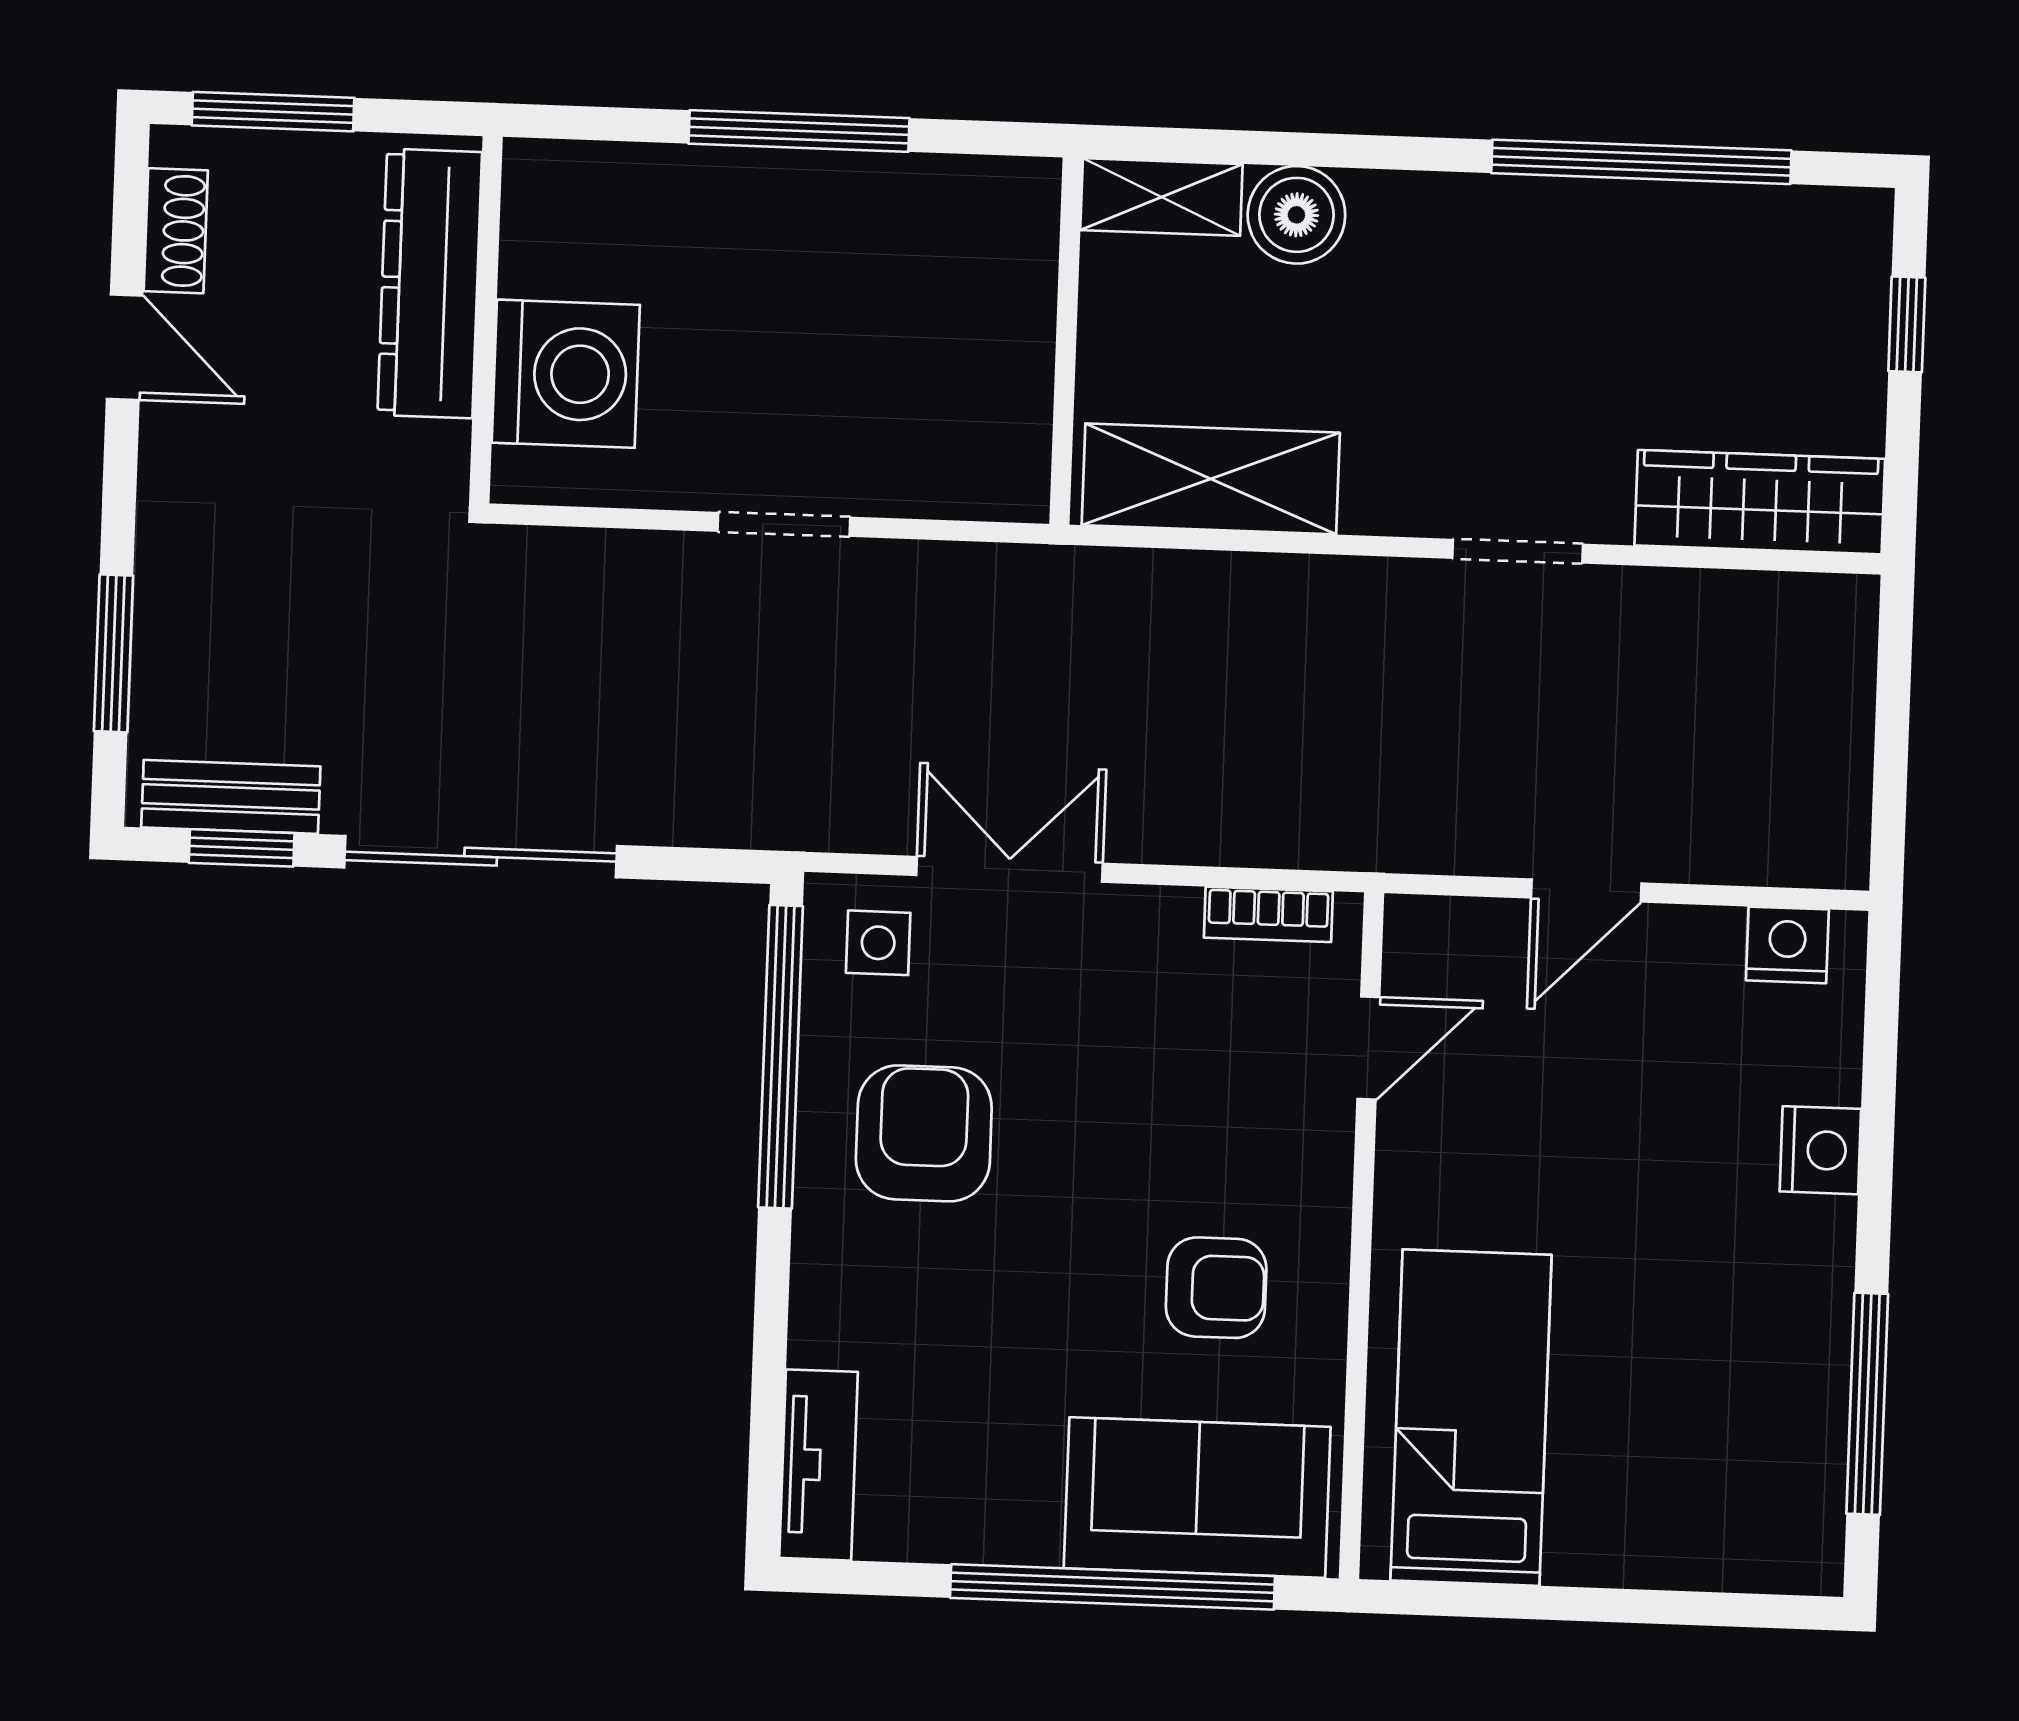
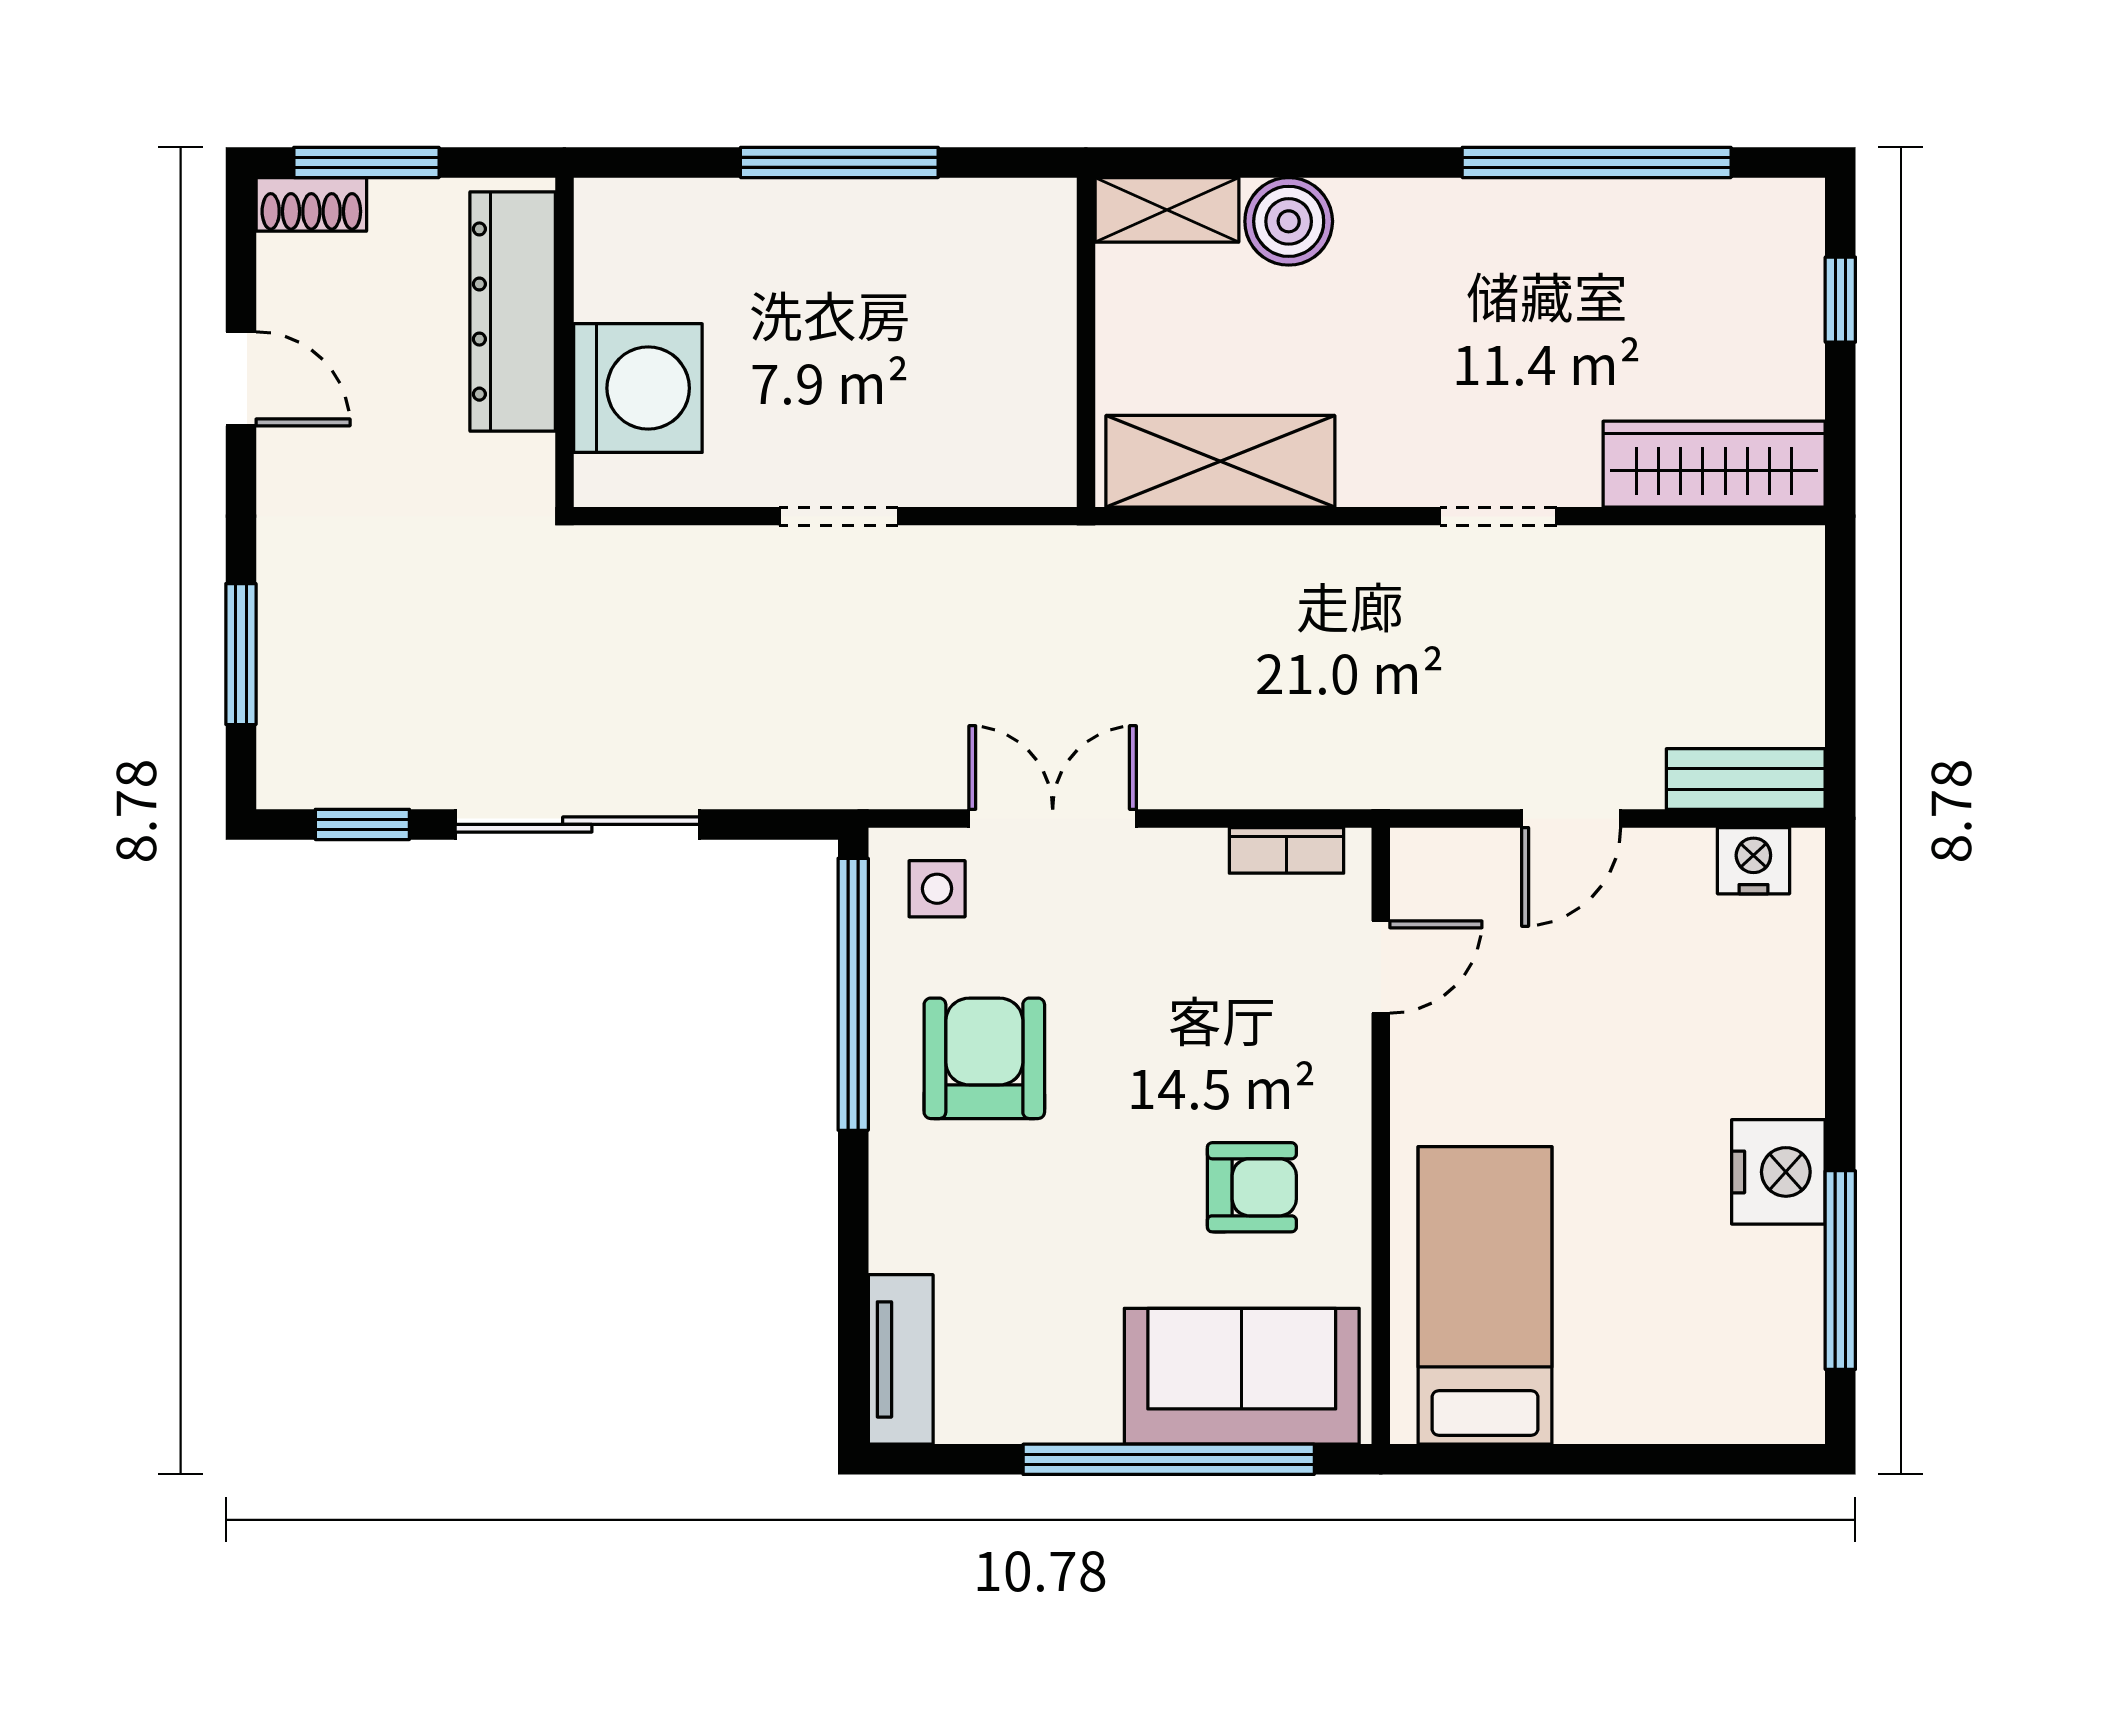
shoe rack: (176, 231) -> (311, 204), moved, turned 90
bench: (231, 797) -> (1746, 779), moved
nightstand: (1820, 1150) -> (1778, 1172), moved, width x1.36, depth x1.33

